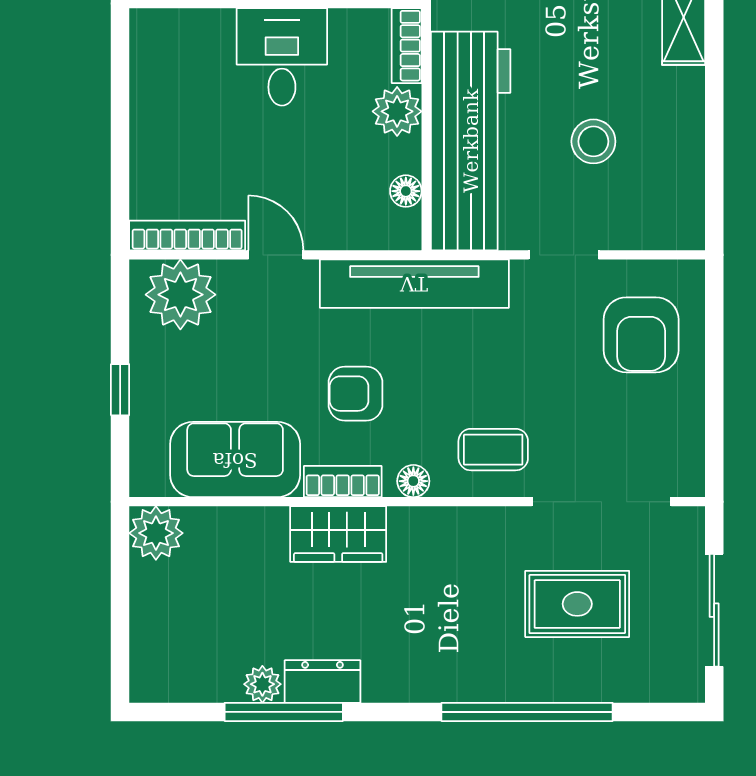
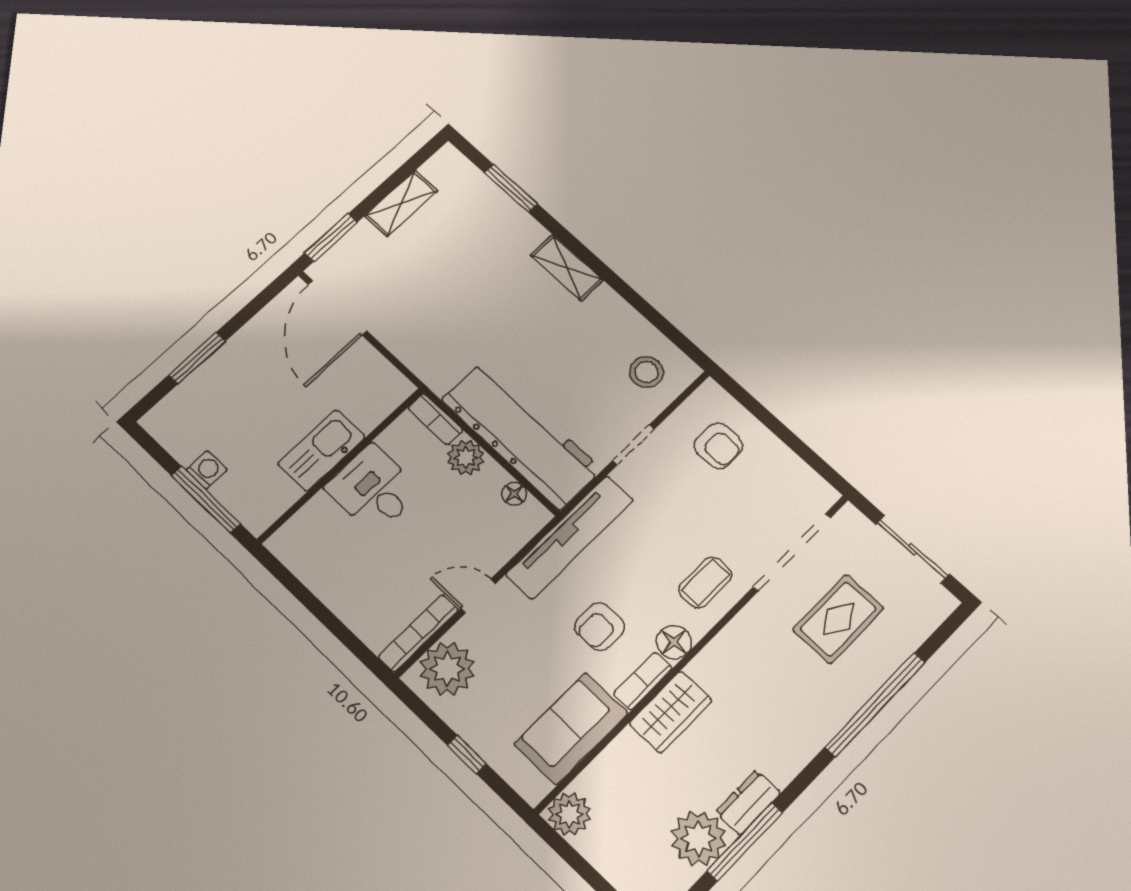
stool: (593, 141) -> (646, 372), moved
armchair: (641, 335) -> (718, 446), width x0.72, depth x0.72
floor lamp: (413, 481) -> (674, 642), width x1.37, depth x1.37
plant: (262, 684) -> (698, 838), width x1.87, depth x1.87

